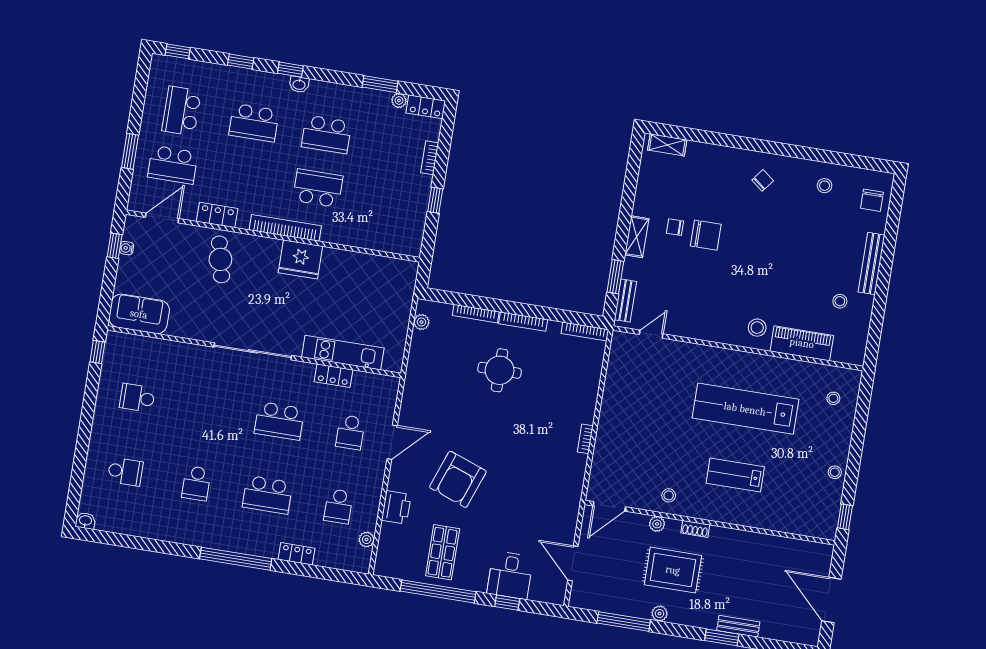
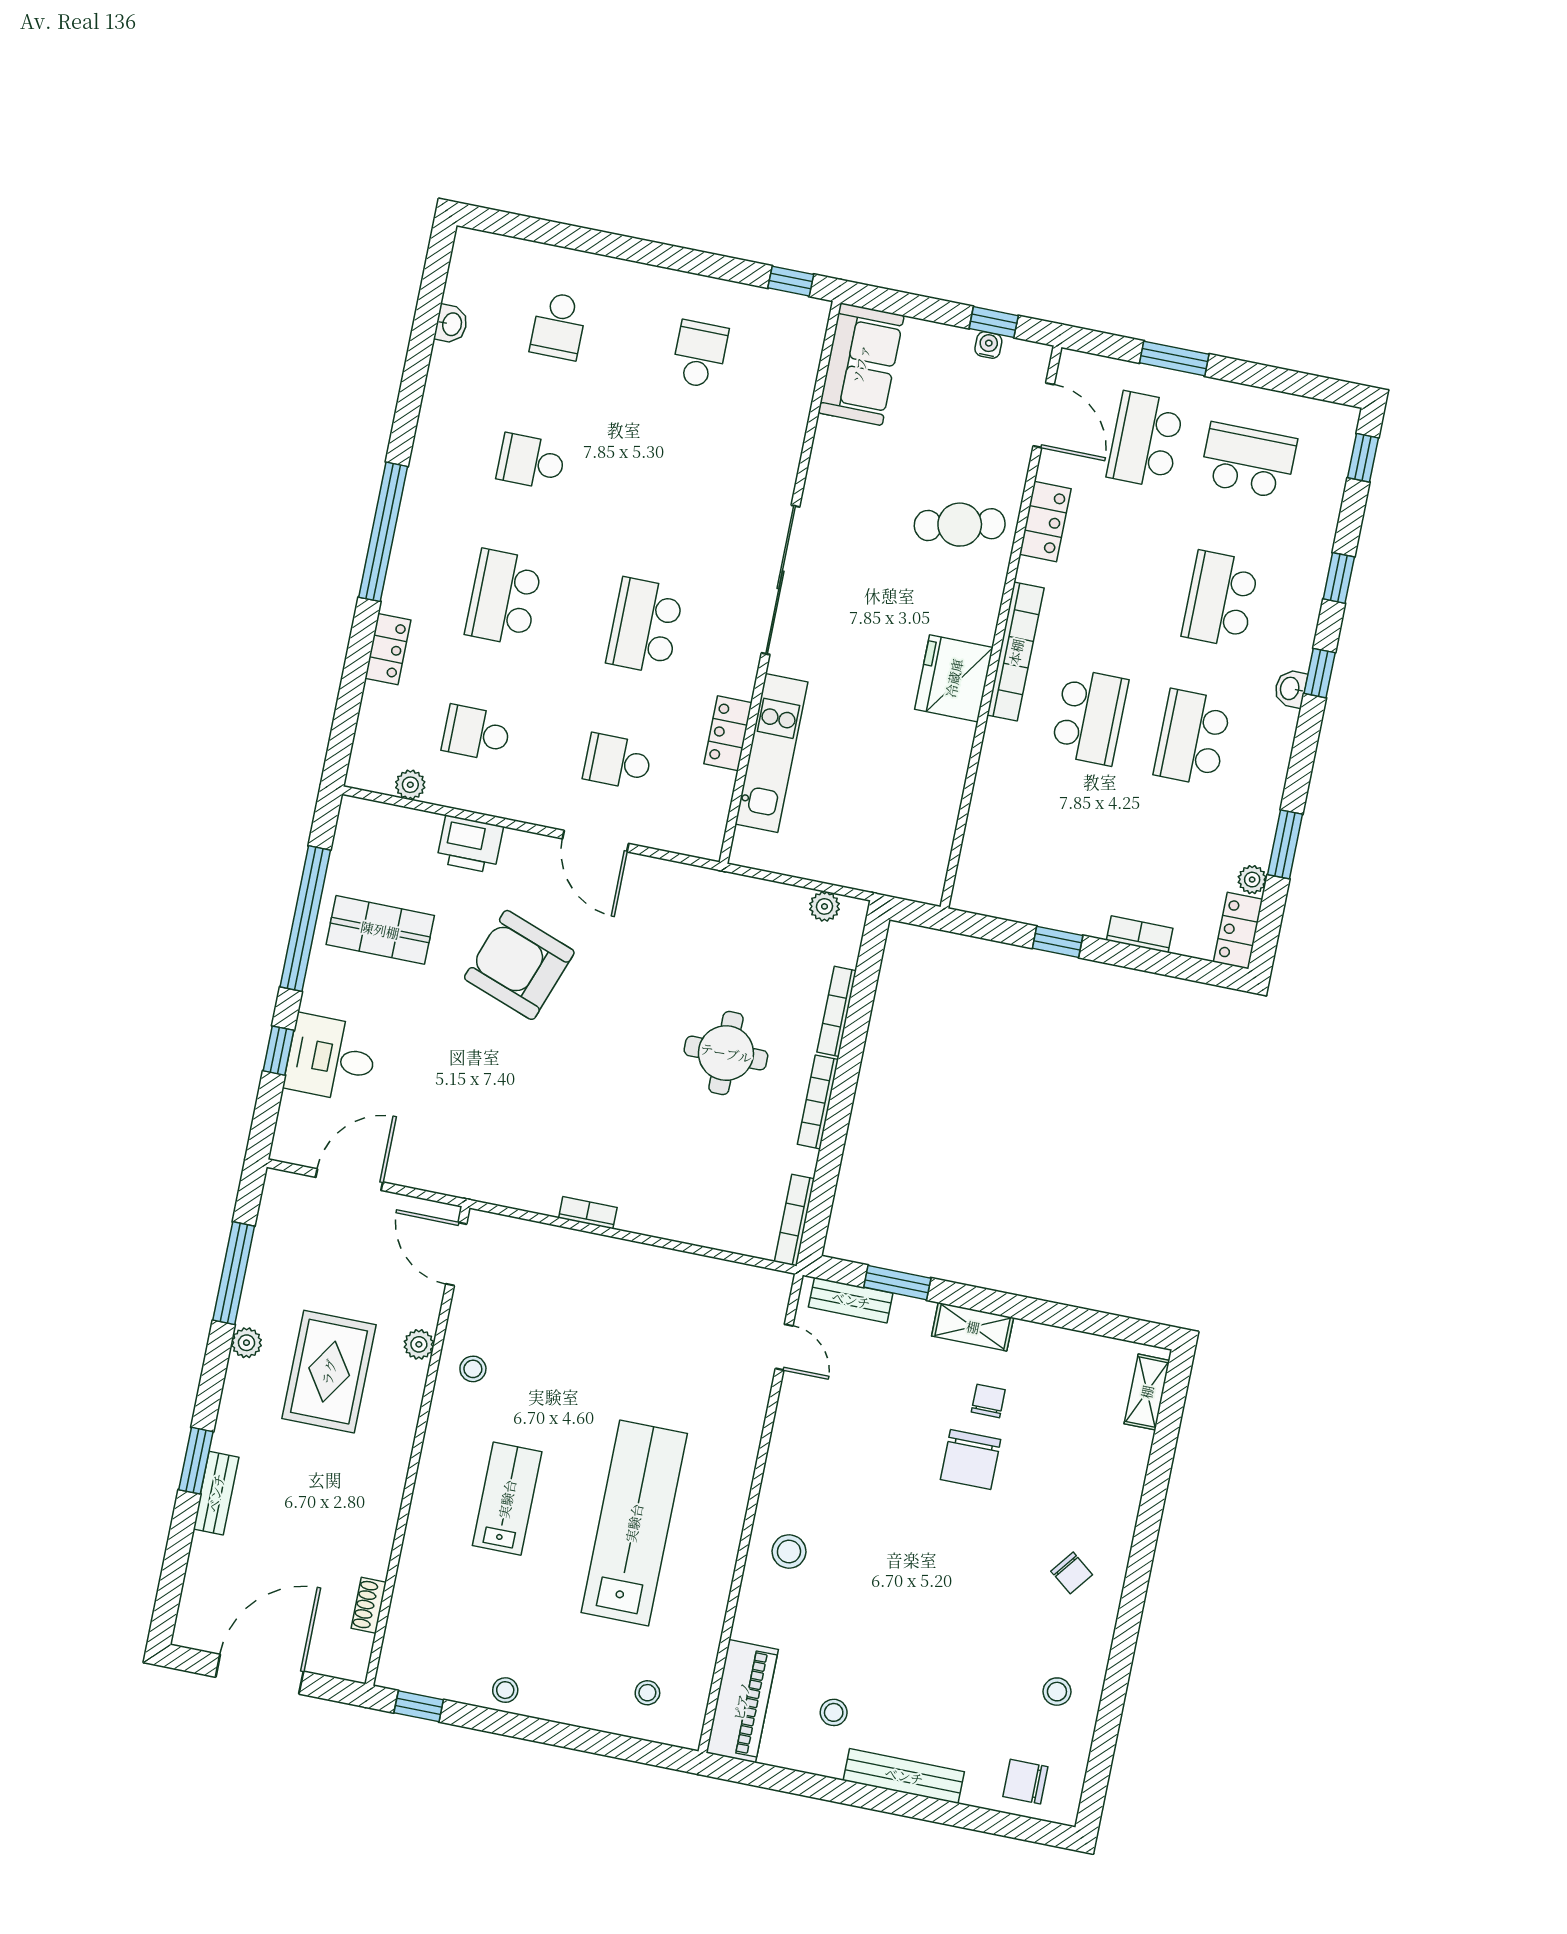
piano: (802, 343) -> (742, 1701), moved
washbasin: (85, 521) -> (451, 324), moved
shoe rack: (695, 529) -> (369, 1605), moved

